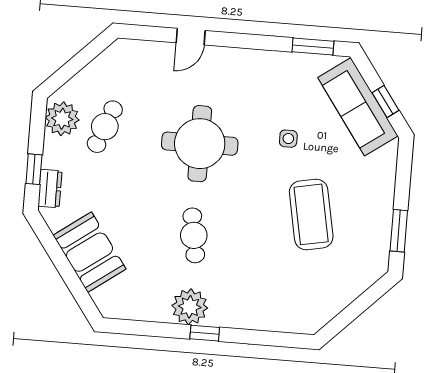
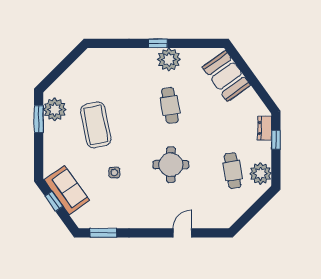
sofa: (358, 107) -> (67, 190), width x0.73
cafe table: (105, 127) -> (233, 171), turned -30
round table: (200, 144) -> (171, 165), width x0.73, depth x0.73
plant: (373, 244) -> (55, 109), added
booth: (89, 252) -> (226, 76), moved

